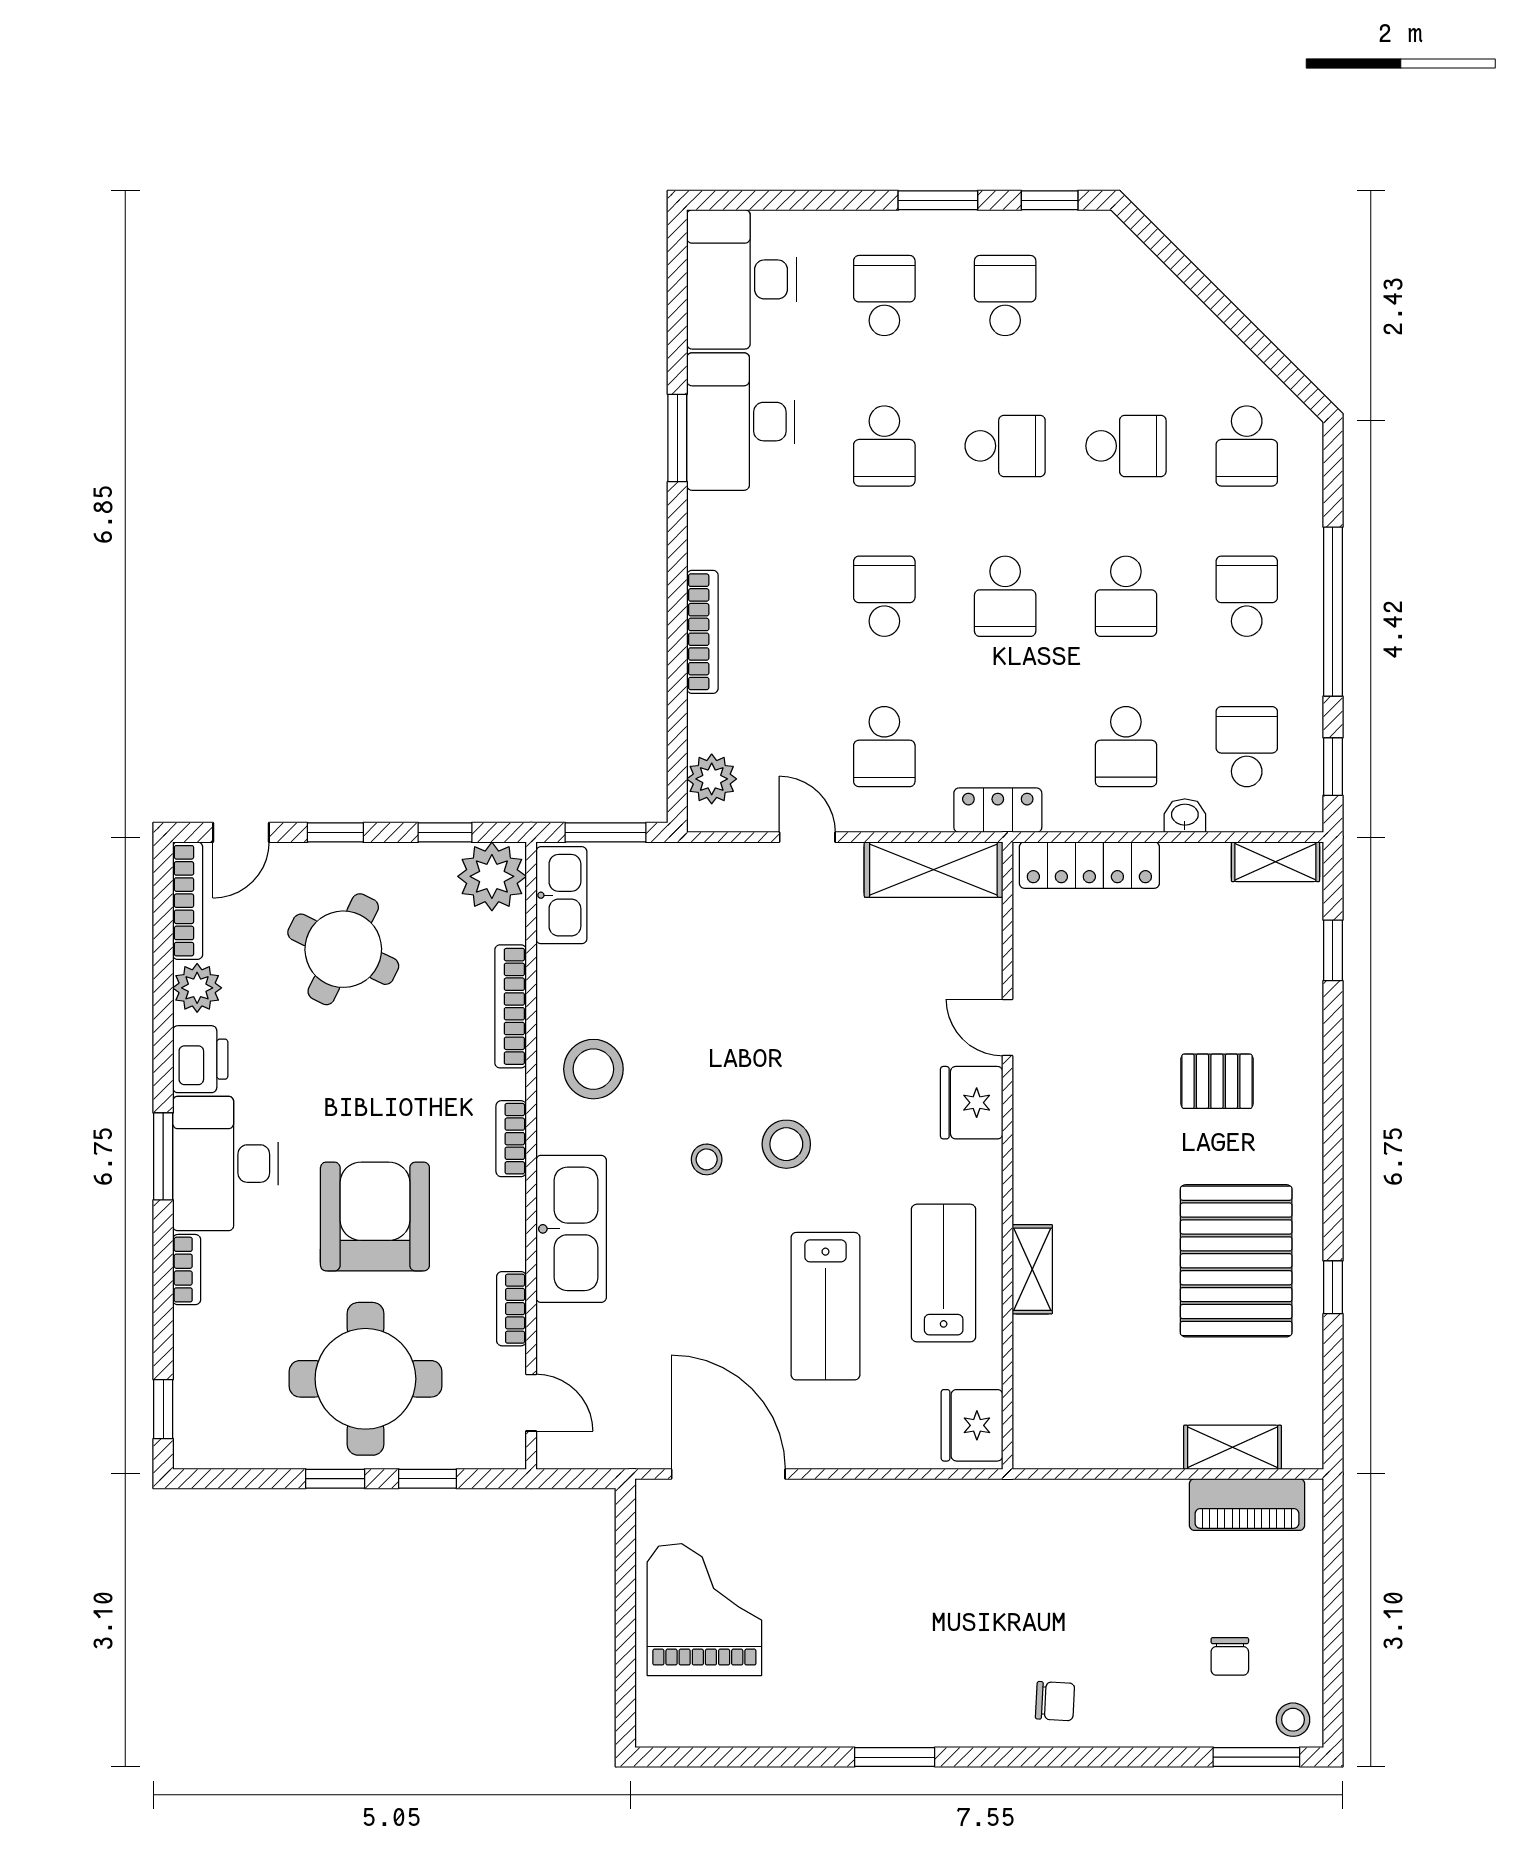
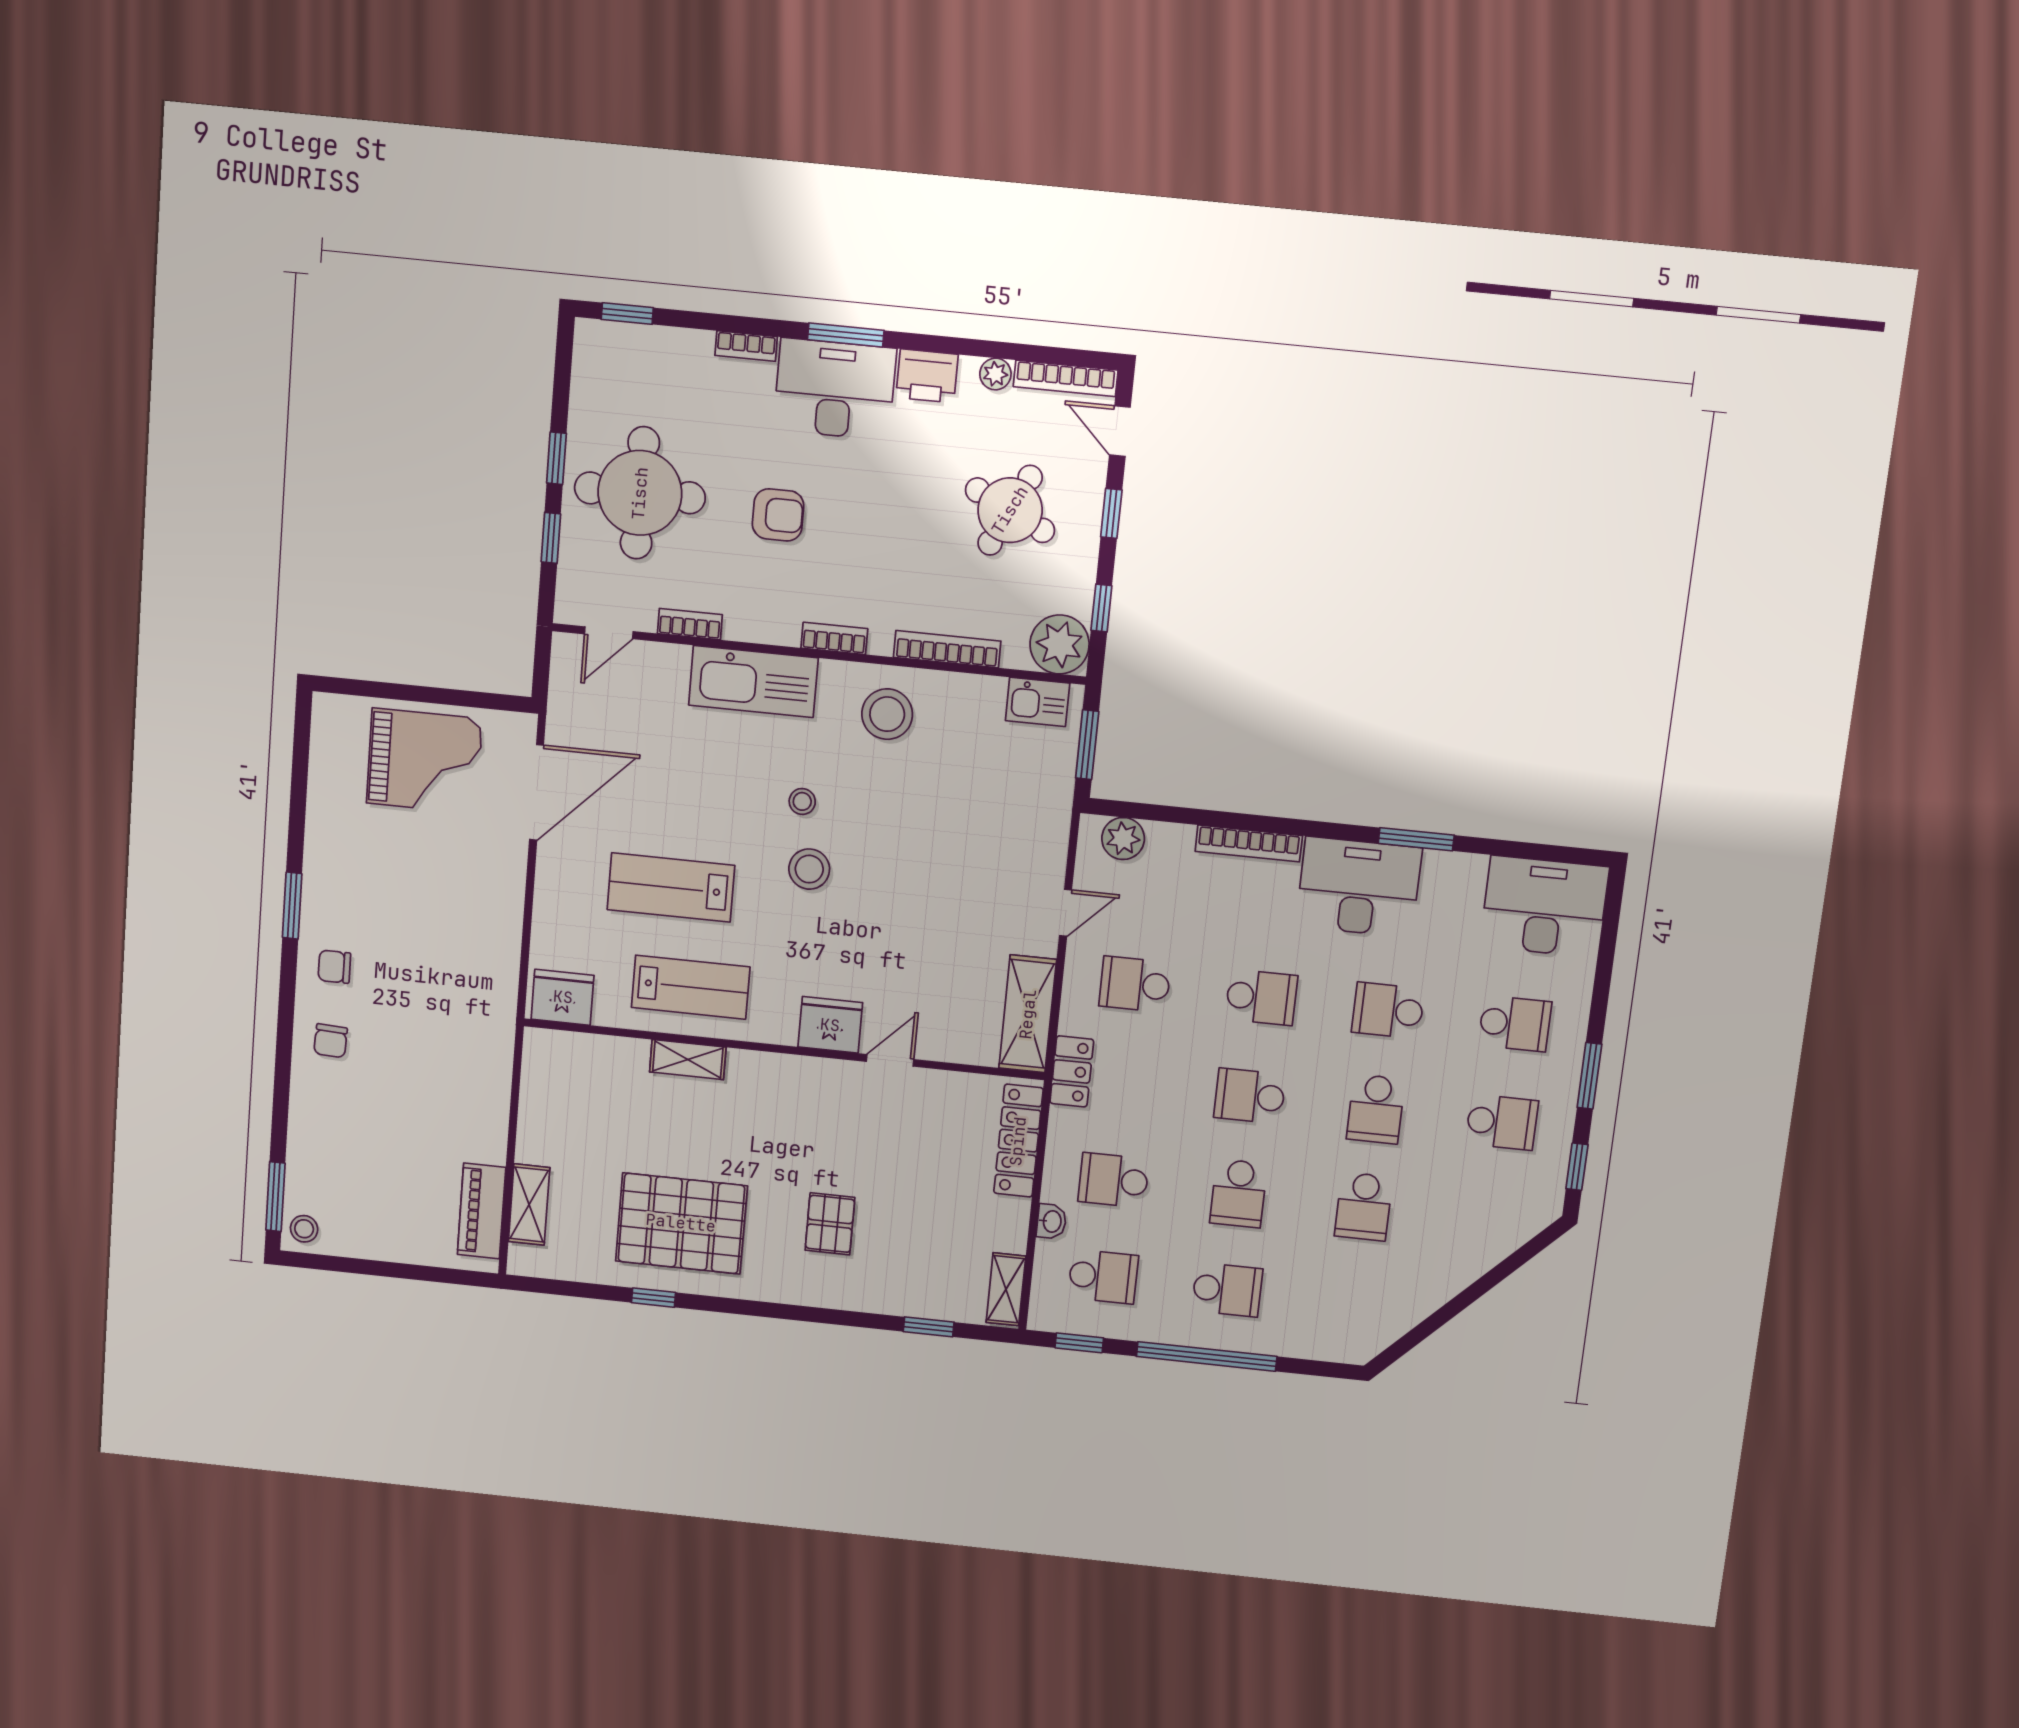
desk: (741, 422) -> (1359, 887), moved
school desk: (1247, 446) -> (1352, 1303), removed
school desk: (1126, 596) -> (1238, 1193), turned -90
kitchen sink: (561, 895) -> (1038, 702), width x0.73
plant: (197, 988) -> (995, 374), width x0.73, depth x0.73
armchair: (375, 1217) -> (778, 515), width x0.53, depth x0.53
chair: (1230, 1656) -> (334, 967), moved

